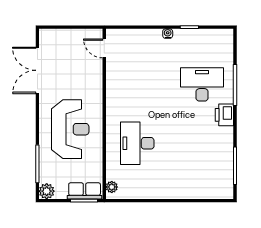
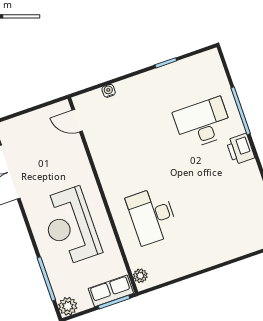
water cooler: (168, 34) -> (109, 91), moved
reception desk: (70, 129) -> (70, 226), turned 180

